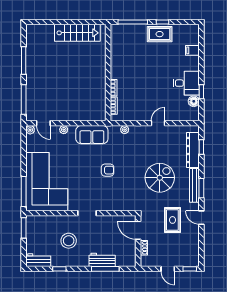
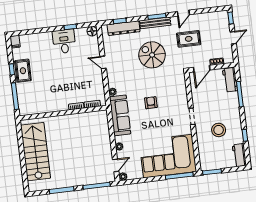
stairs: (77, 33) -> (36, 152), width x1.36, depth x1.51
filing cabinet: (192, 50) -> (15, 42), moved
floor lamp: (194, 101) -> (92, 31), moved
sofa: (92, 135) -> (120, 115), width x1.36
workbench: (102, 260) -> (230, 80), moved

